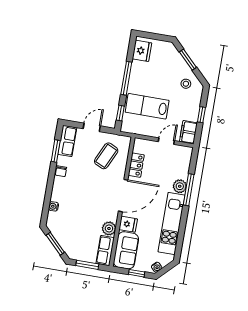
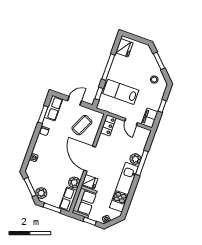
door: (166, 141) -> (131, 122), swing flipped
locker: (136, 165) -> (108, 125), moved
door: (123, 196) -> (90, 159), swing flipped
plant: (70, 249) -> (41, 193), added

